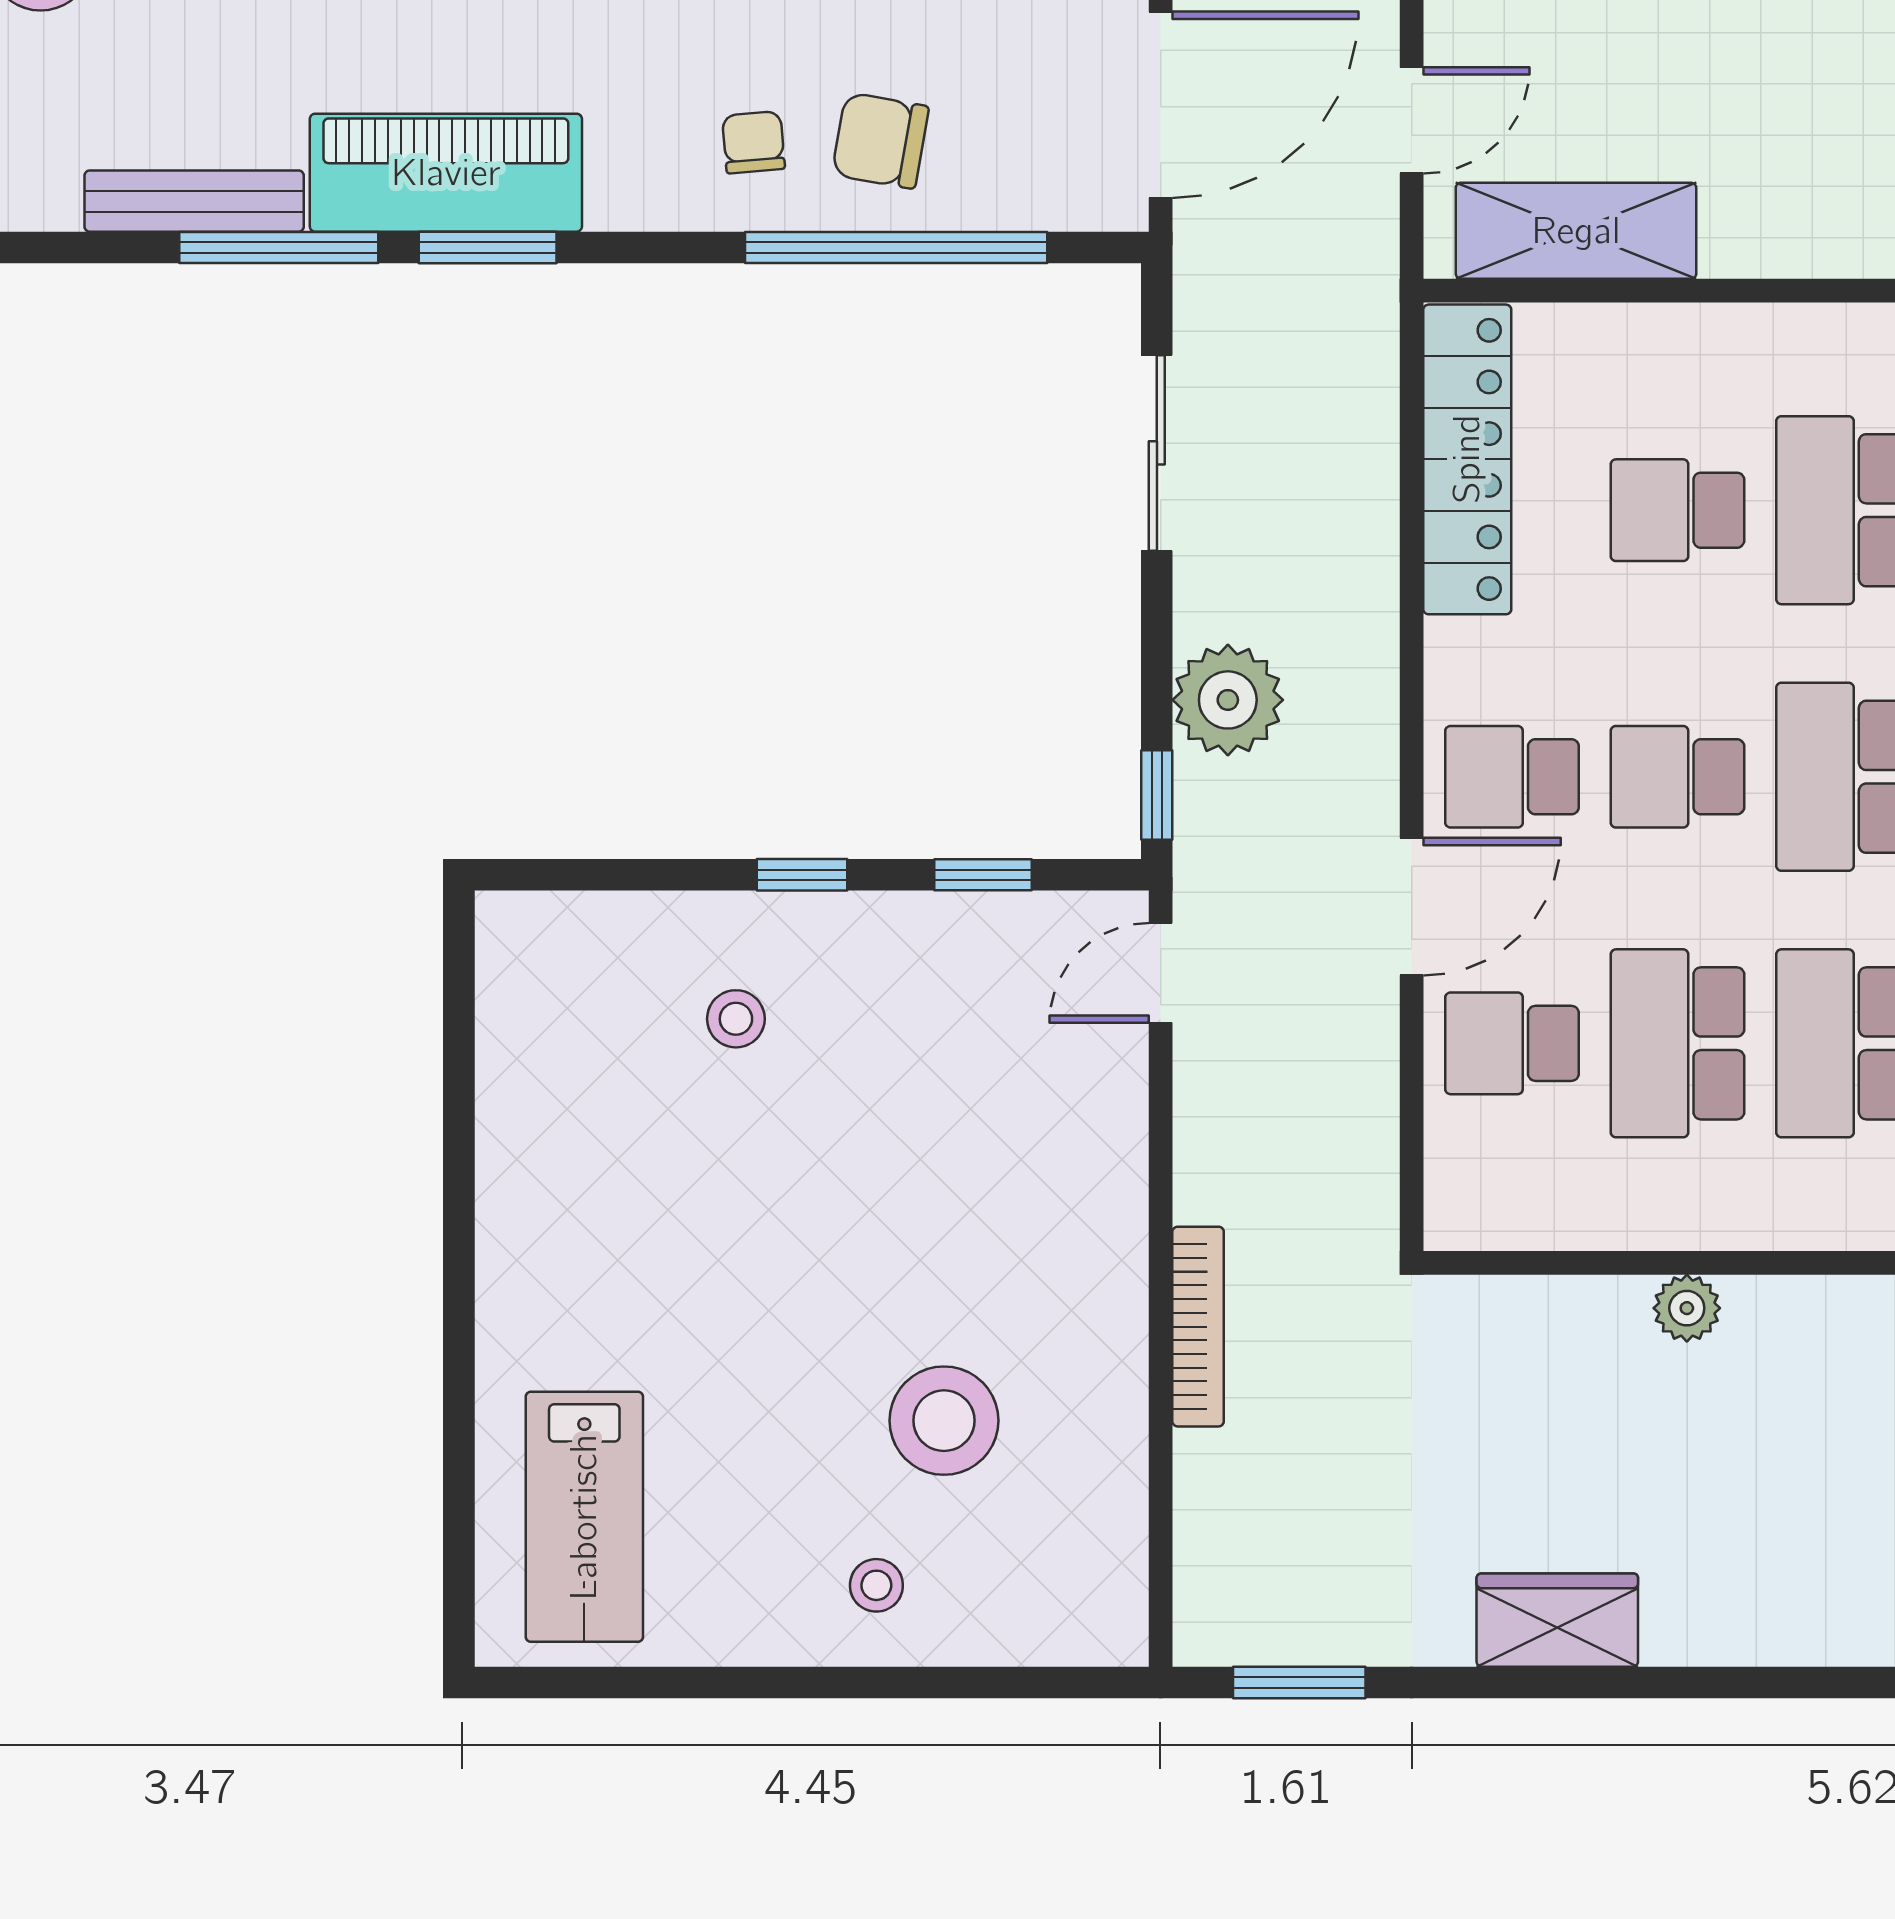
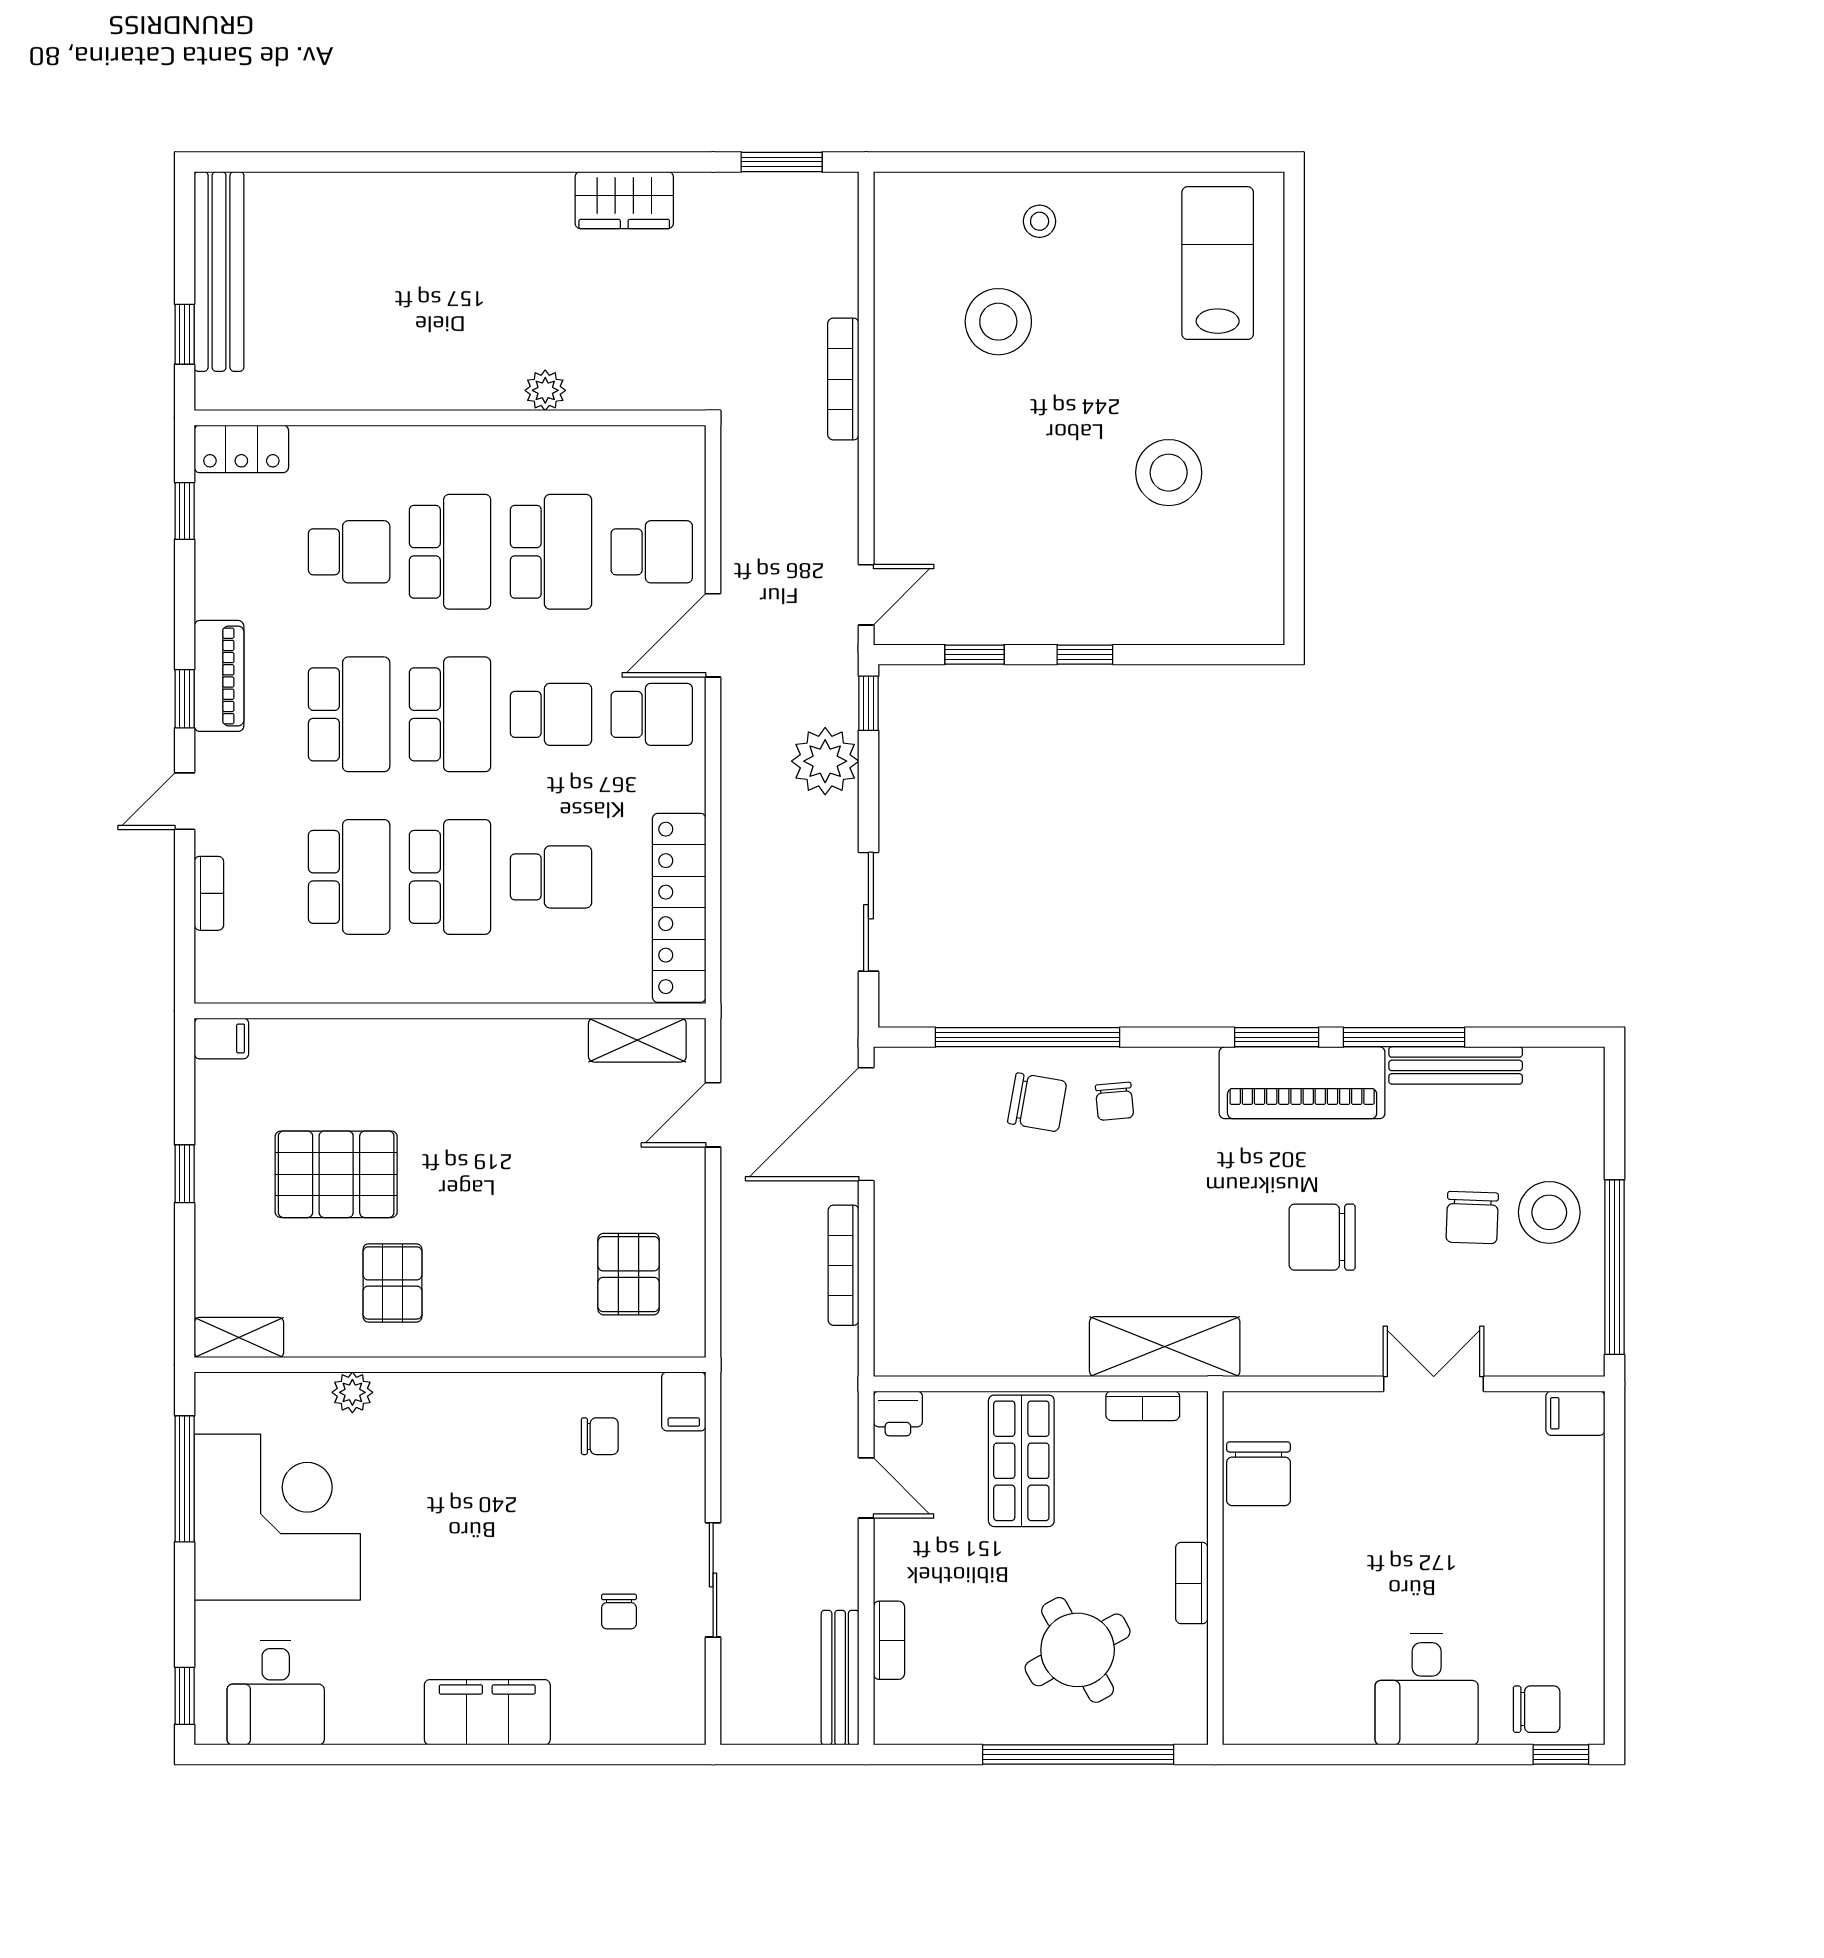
shelving: (1576, 231) -> (637, 1040), width x0.67, depth x0.75
stool: (736, 1019) -> (1169, 473), moved, width x1.89, depth x1.89

